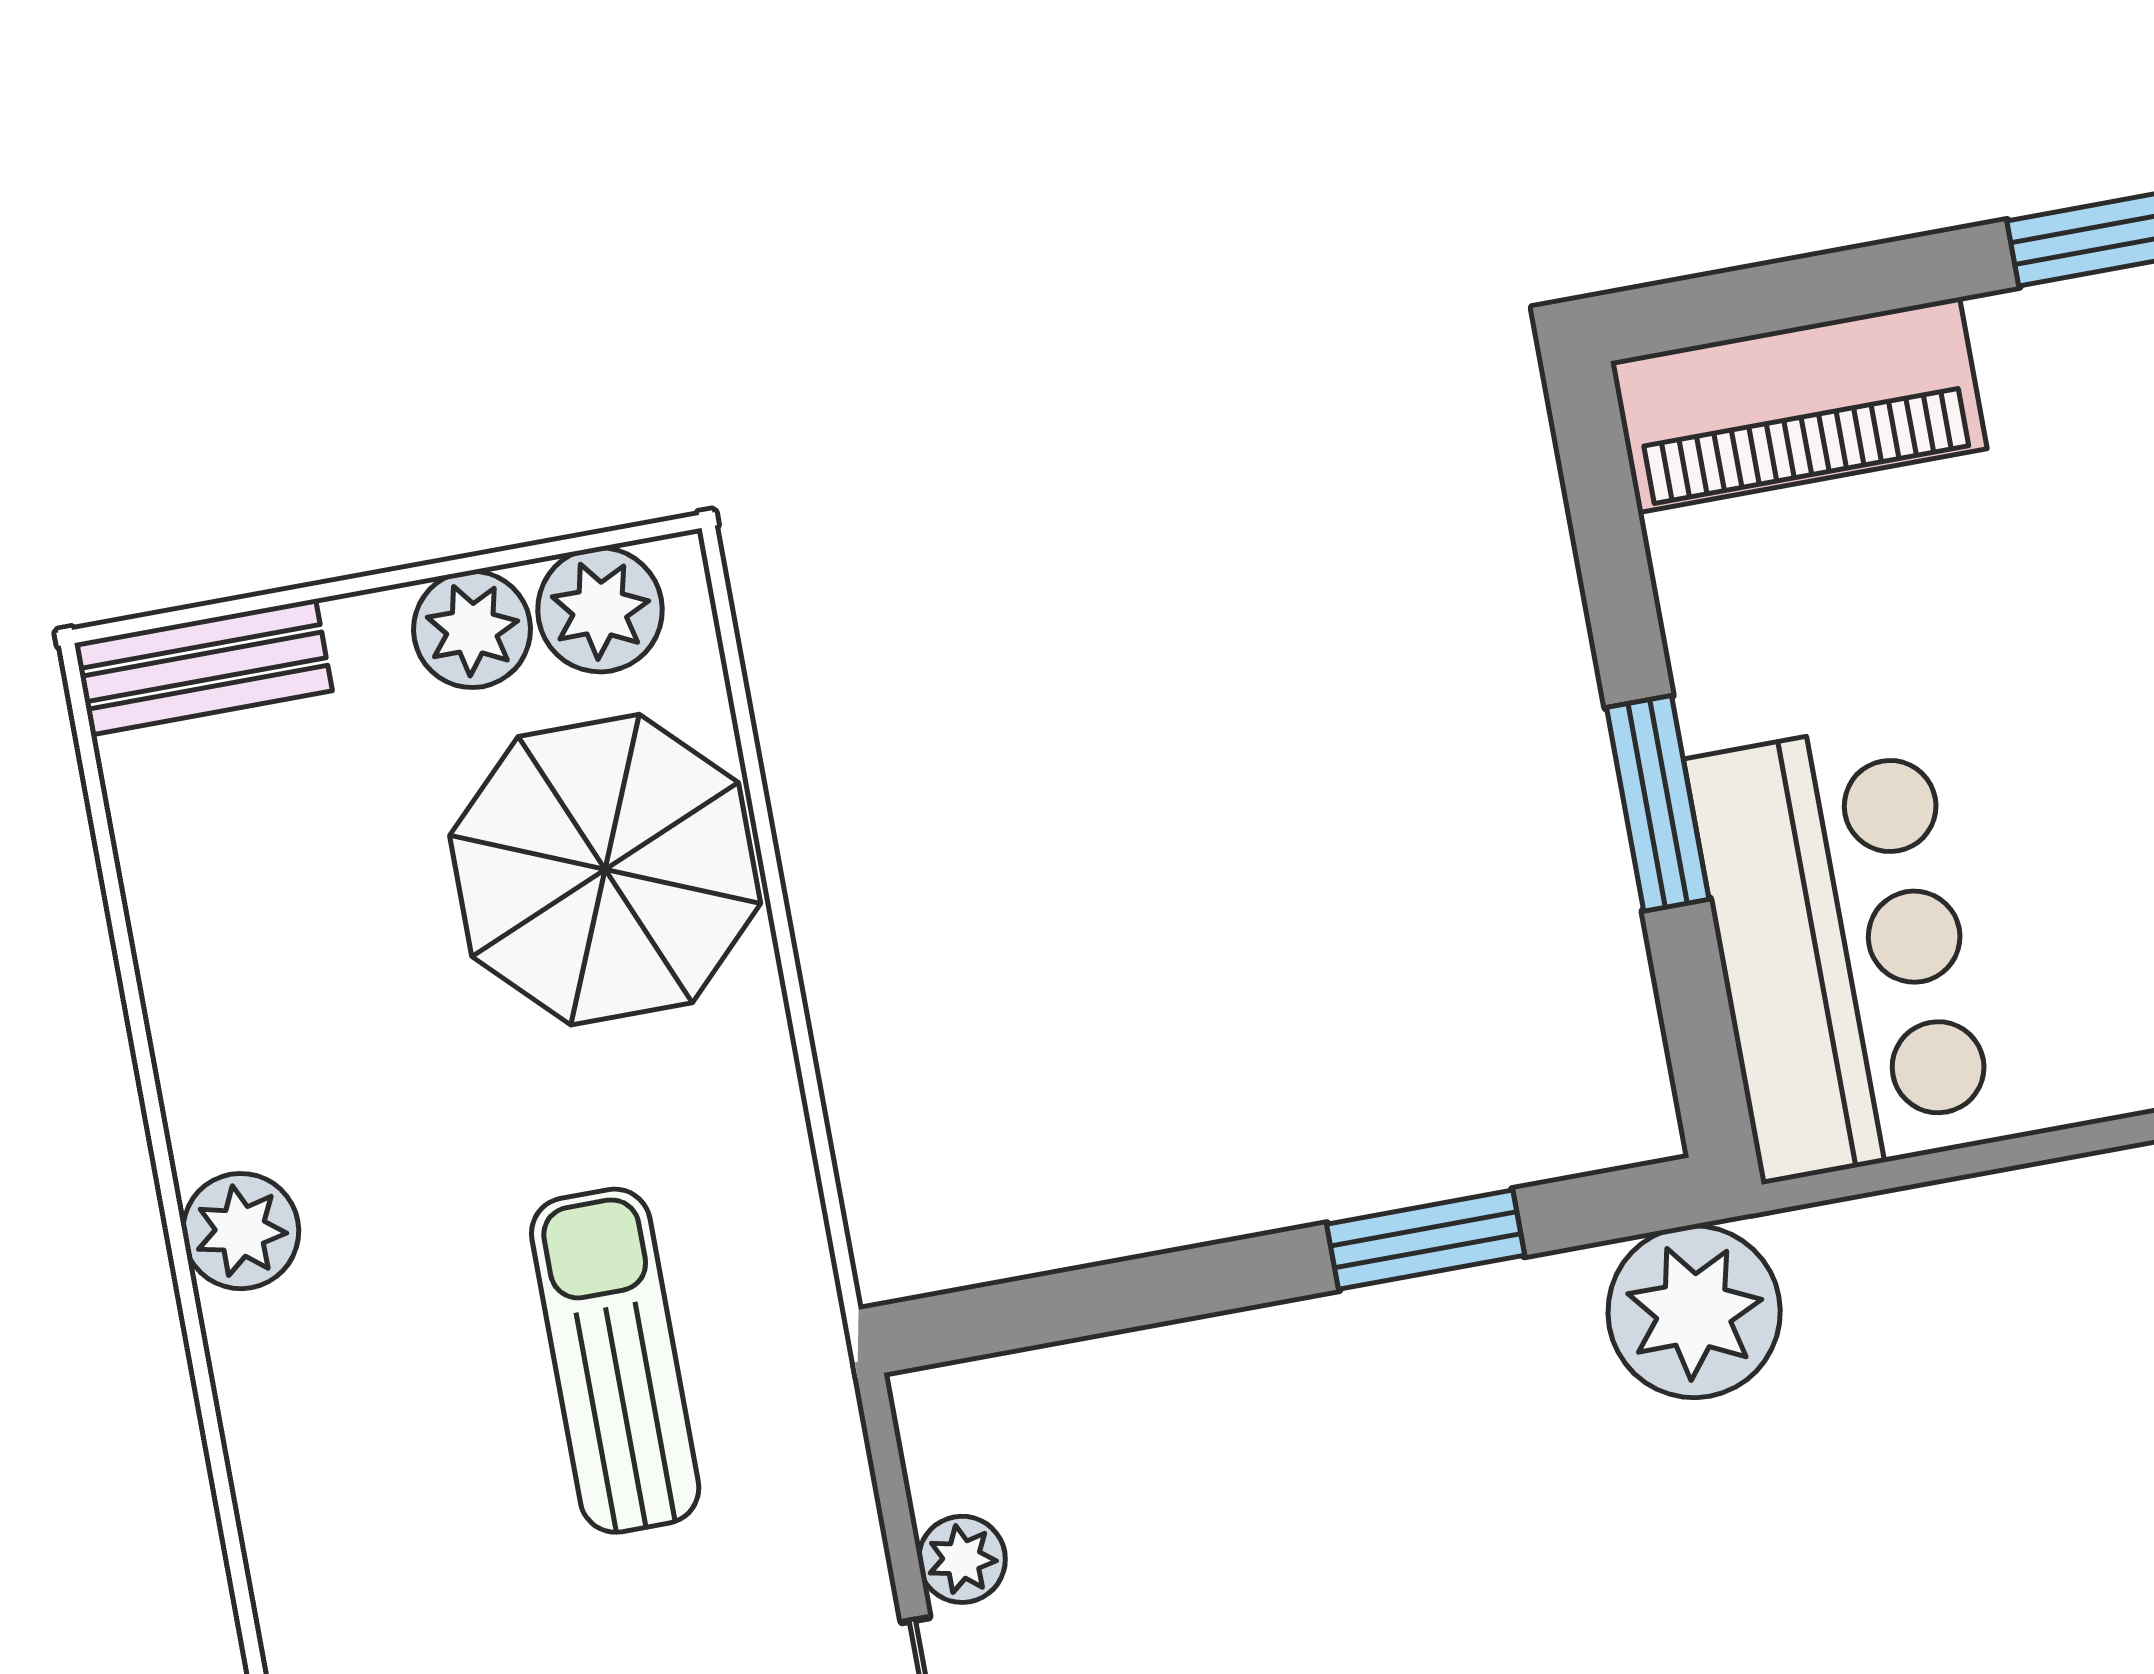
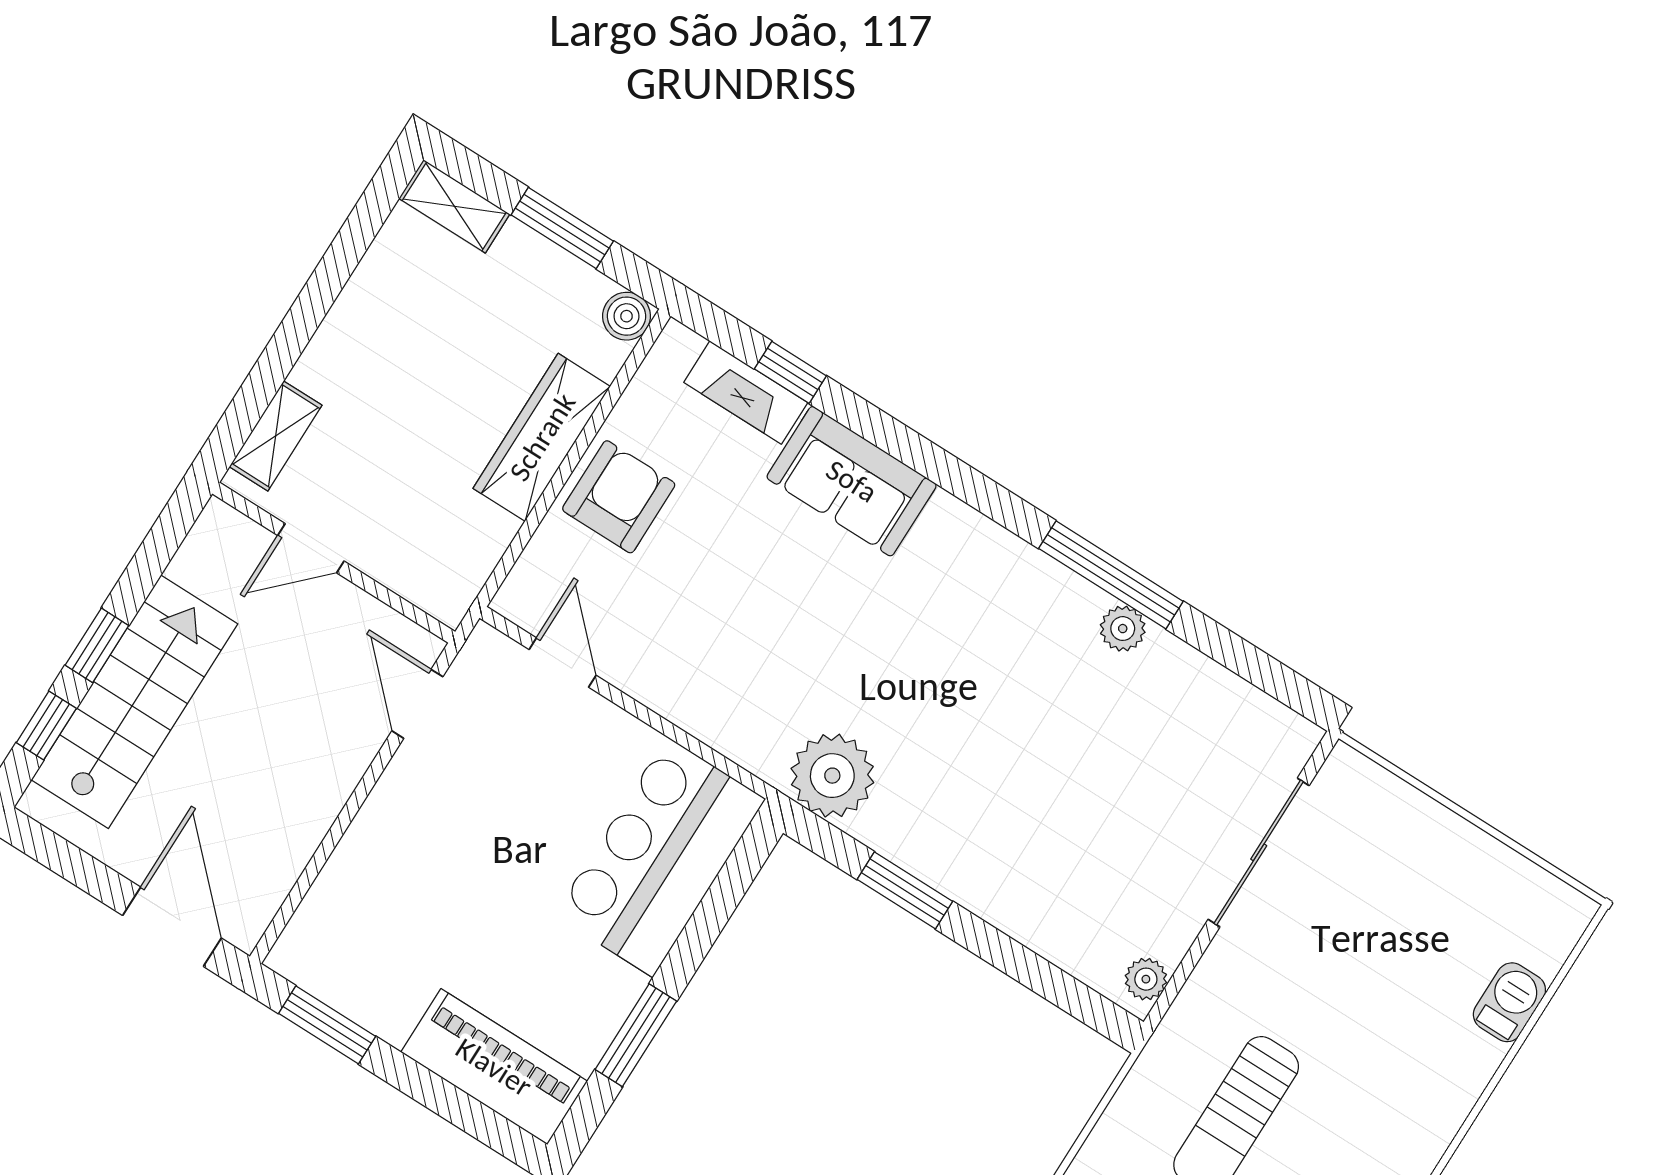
window: (1658, 803) -> (636, 1035), moved
plant: (962, 1559) -> (1146, 979), moved

